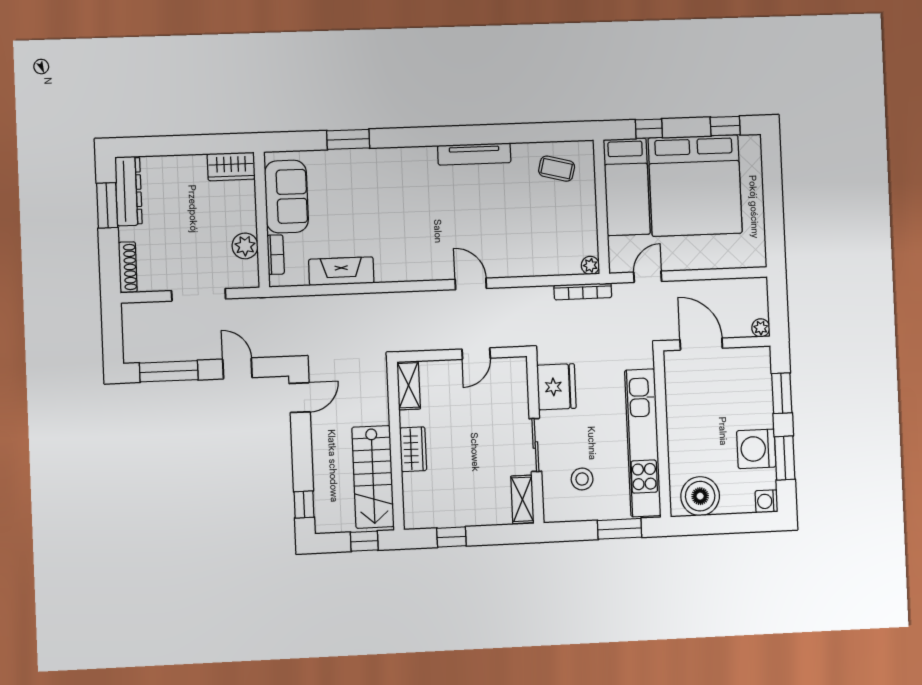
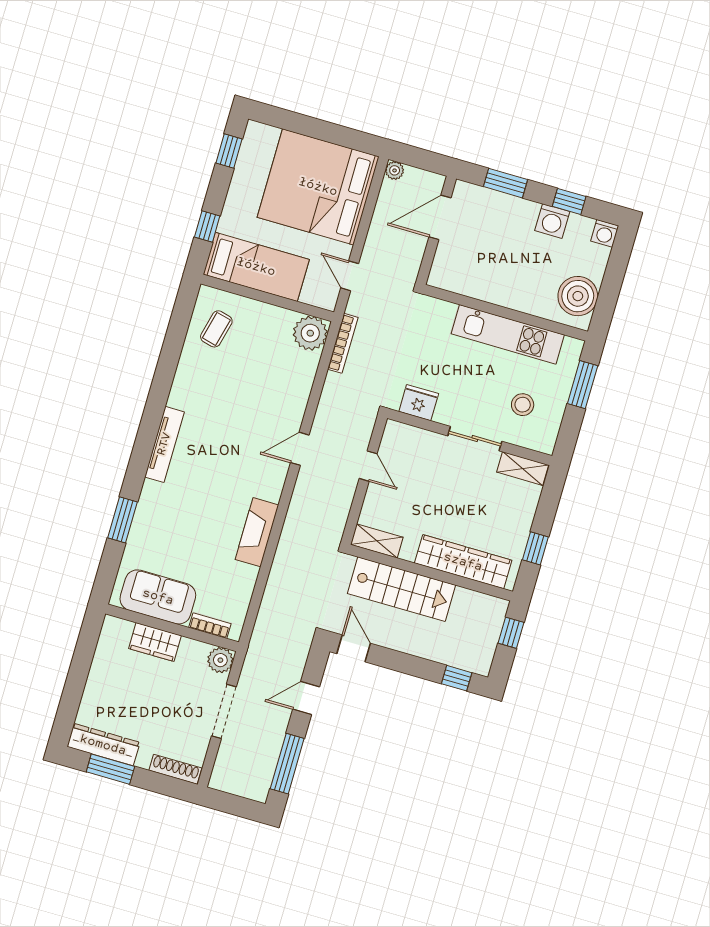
tv unit: (474, 154) -> (164, 444), moved
wardrobe: (231, 166) -> (155, 642), moved, turned 90
bed: (695, 186) -> (318, 187), moved, turned 180
plant: (245, 246) -> (220, 660), moved
plant: (590, 265) -> (310, 333), width x1.88, depth x1.88
fireplace: (341, 271) -> (257, 532), moved
plant: (761, 328) -> (395, 170), moved
door: (701, 344) -> (440, 217), moved
fridge: (556, 387) -> (419, 403), width x0.73, depth x0.75
kitchen unit: (643, 443) -> (508, 334), width x0.73
wardrobe: (413, 449) -> (463, 562), width x2.10, depth x1.17
washing machine: (756, 449) -> (552, 221), width x0.73, depth x0.73
window: (785, 458) -> (569, 201), width x0.67
stairs: (373, 477) -> (401, 589), moved

